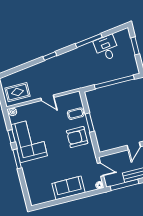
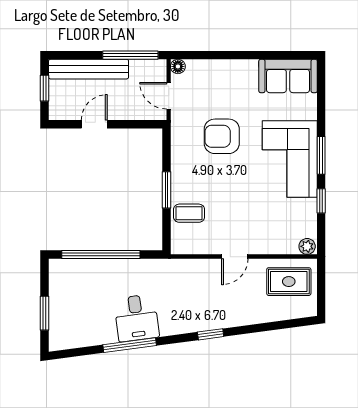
desk: (106, 48) -> (136, 318), moved
door: (47, 98) -> (235, 257), swing flipped
armchair: (77, 137) -> (222, 136), moved, turned 180
corner sofa: (29, 140) -> (290, 159), moved
sofa: (68, 188) -> (288, 76), moved

